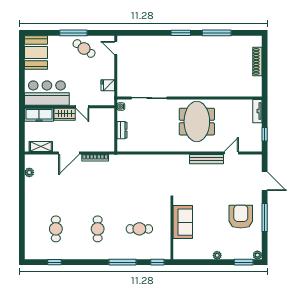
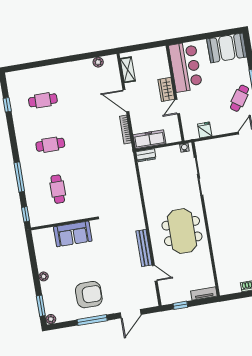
freezer: (39, 115) -> (149, 139), moved, turned 90
meeting table: (197, 122) -> (182, 231), turned 90
dresser: (122, 130) -> (146, 155), moved

